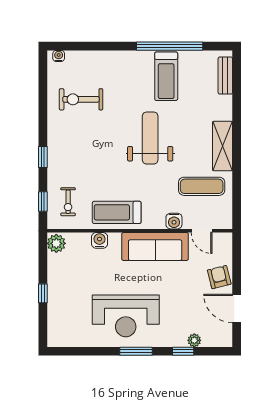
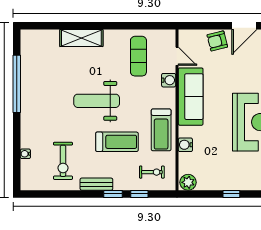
water cooler: (59, 56) -> (25, 154), moved
treadmill: (166, 76) -> (117, 142), moved
bench: (225, 76) -> (96, 184), moved
shelving: (223, 146) -> (81, 38), moved
window: (43, 202) -> (139, 194), moved
door: (202, 231) -> (177, 56), hinge flipped

